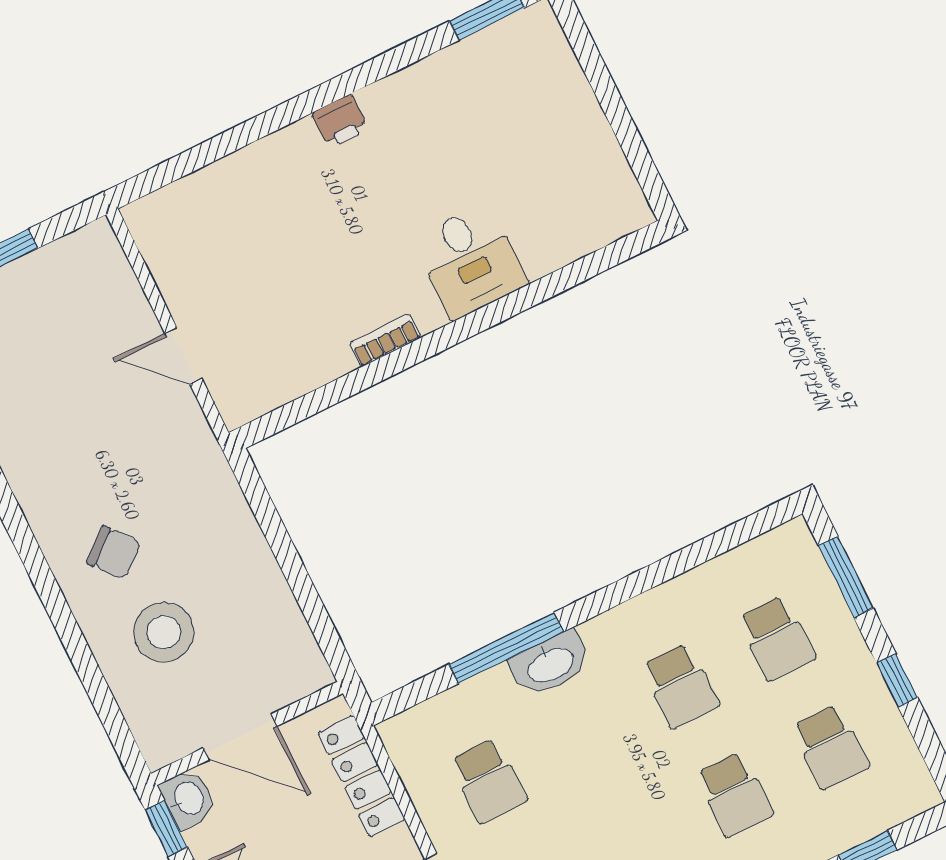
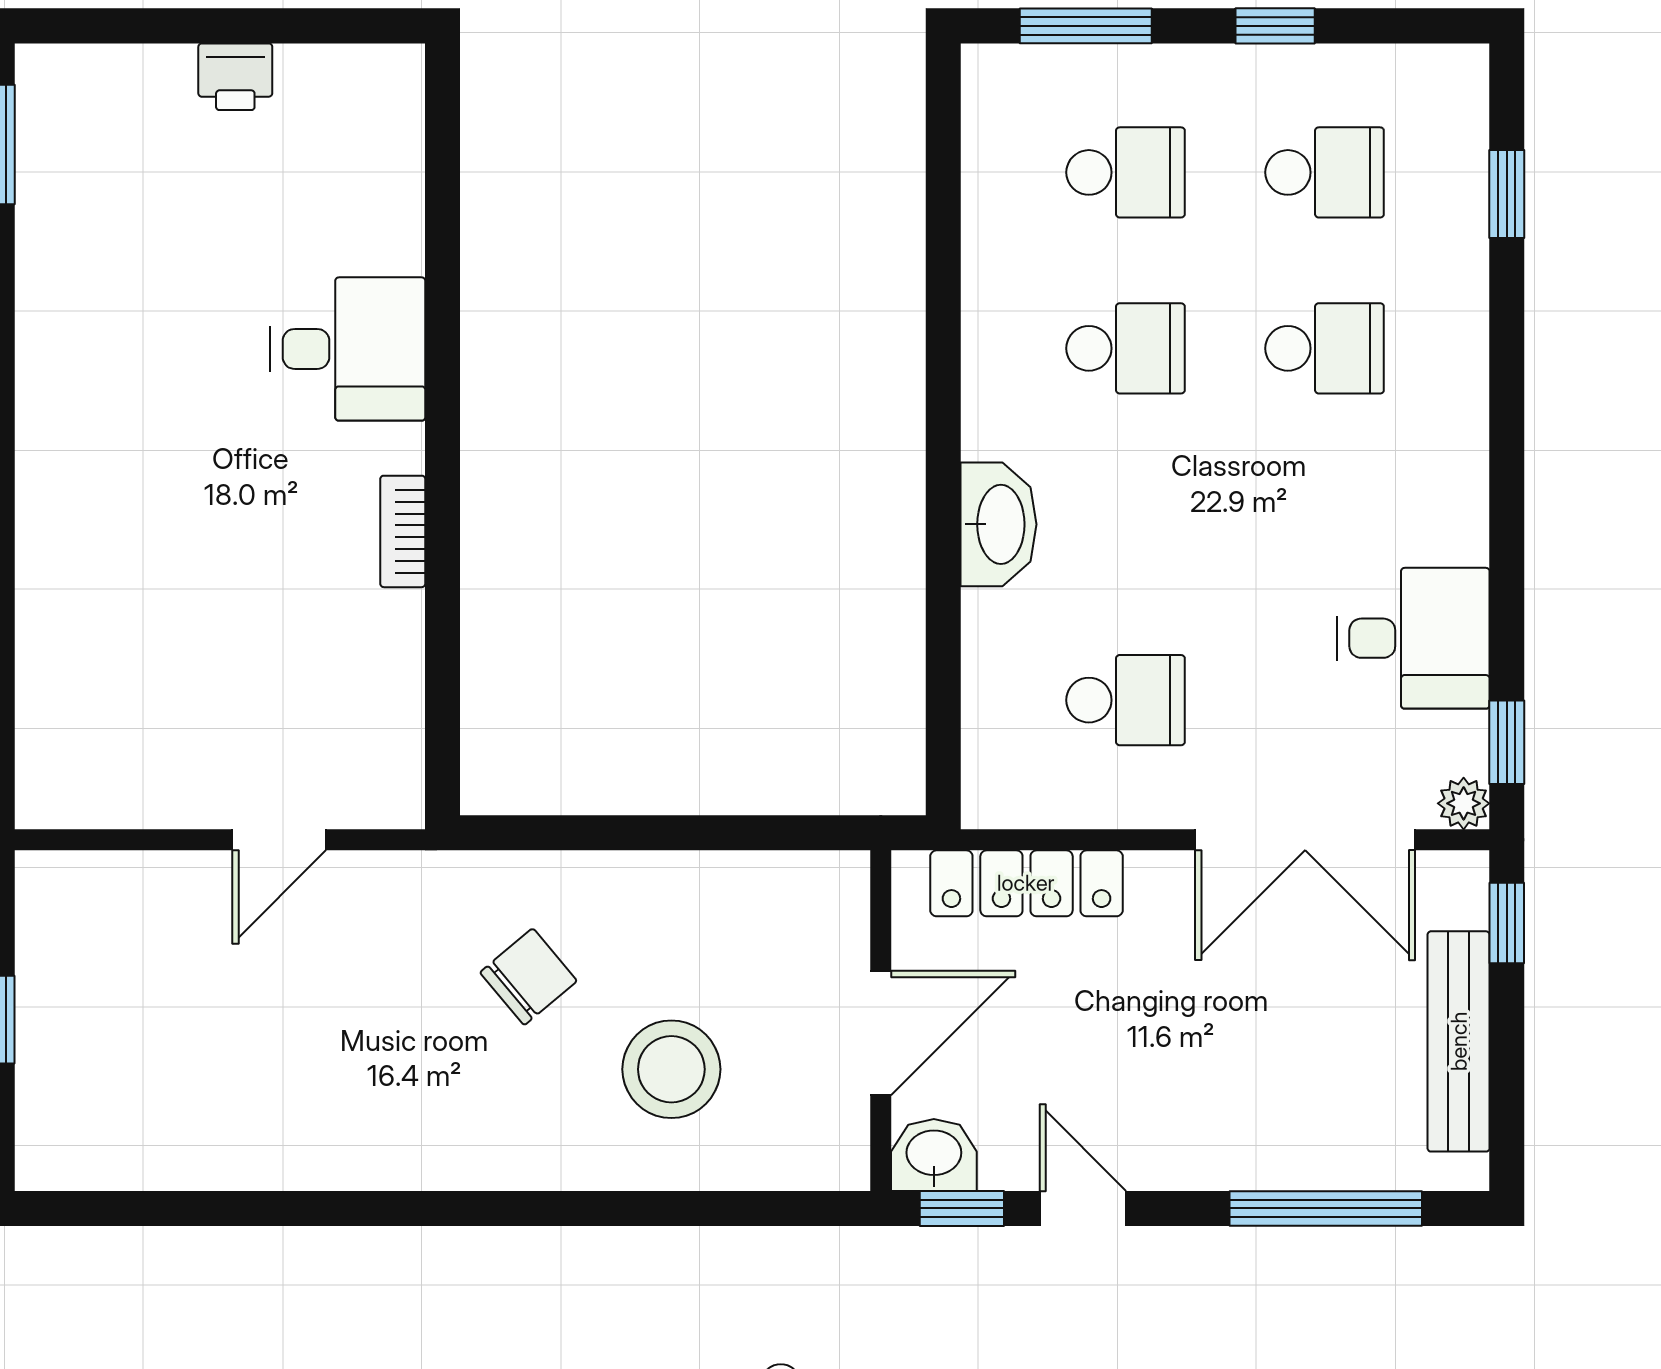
printer: (340, 121) -> (235, 77), moved, turned 90
chair: (114, 553) -> (528, 977), moved
window: (506, 648) -> (943, 577), removed

